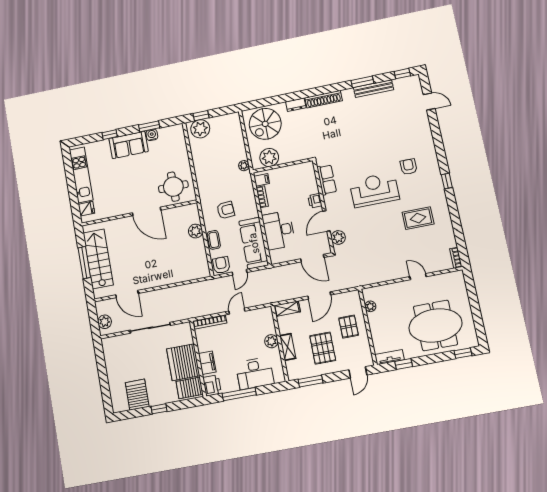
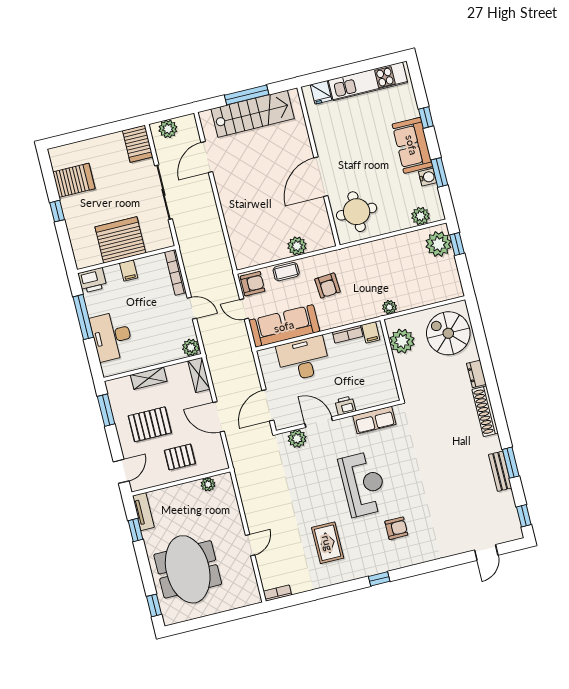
bench: (374, 89) -> (500, 471), width x0.73
plant: (179, 141) -> (420, 216), added
plant: (271, 341) -> (191, 347), moved
filing cabinet: (207, 363) -> (129, 270), width x0.50
door: (358, 372) -> (121, 471), swing flipped
server rack: (190, 388) -> (138, 144), moved, turned 180

